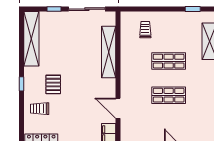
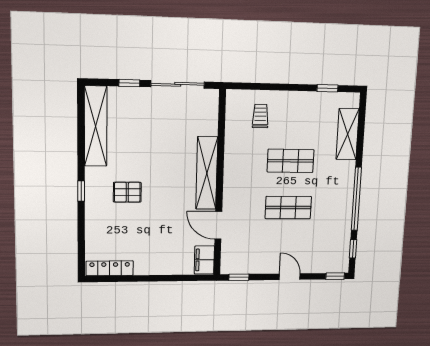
shelving: (109, 52) -> (207, 173), moved
pallet: (53, 84) -> (127, 192), turned 90
trolley: (40, 109) -> (107, 226), removed

